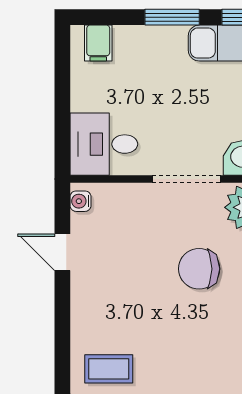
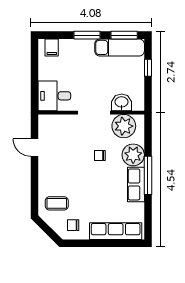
water cooler: (81, 201) -> (43, 123), removed
chair: (199, 269) -> (100, 155), width x0.54, depth x0.54

